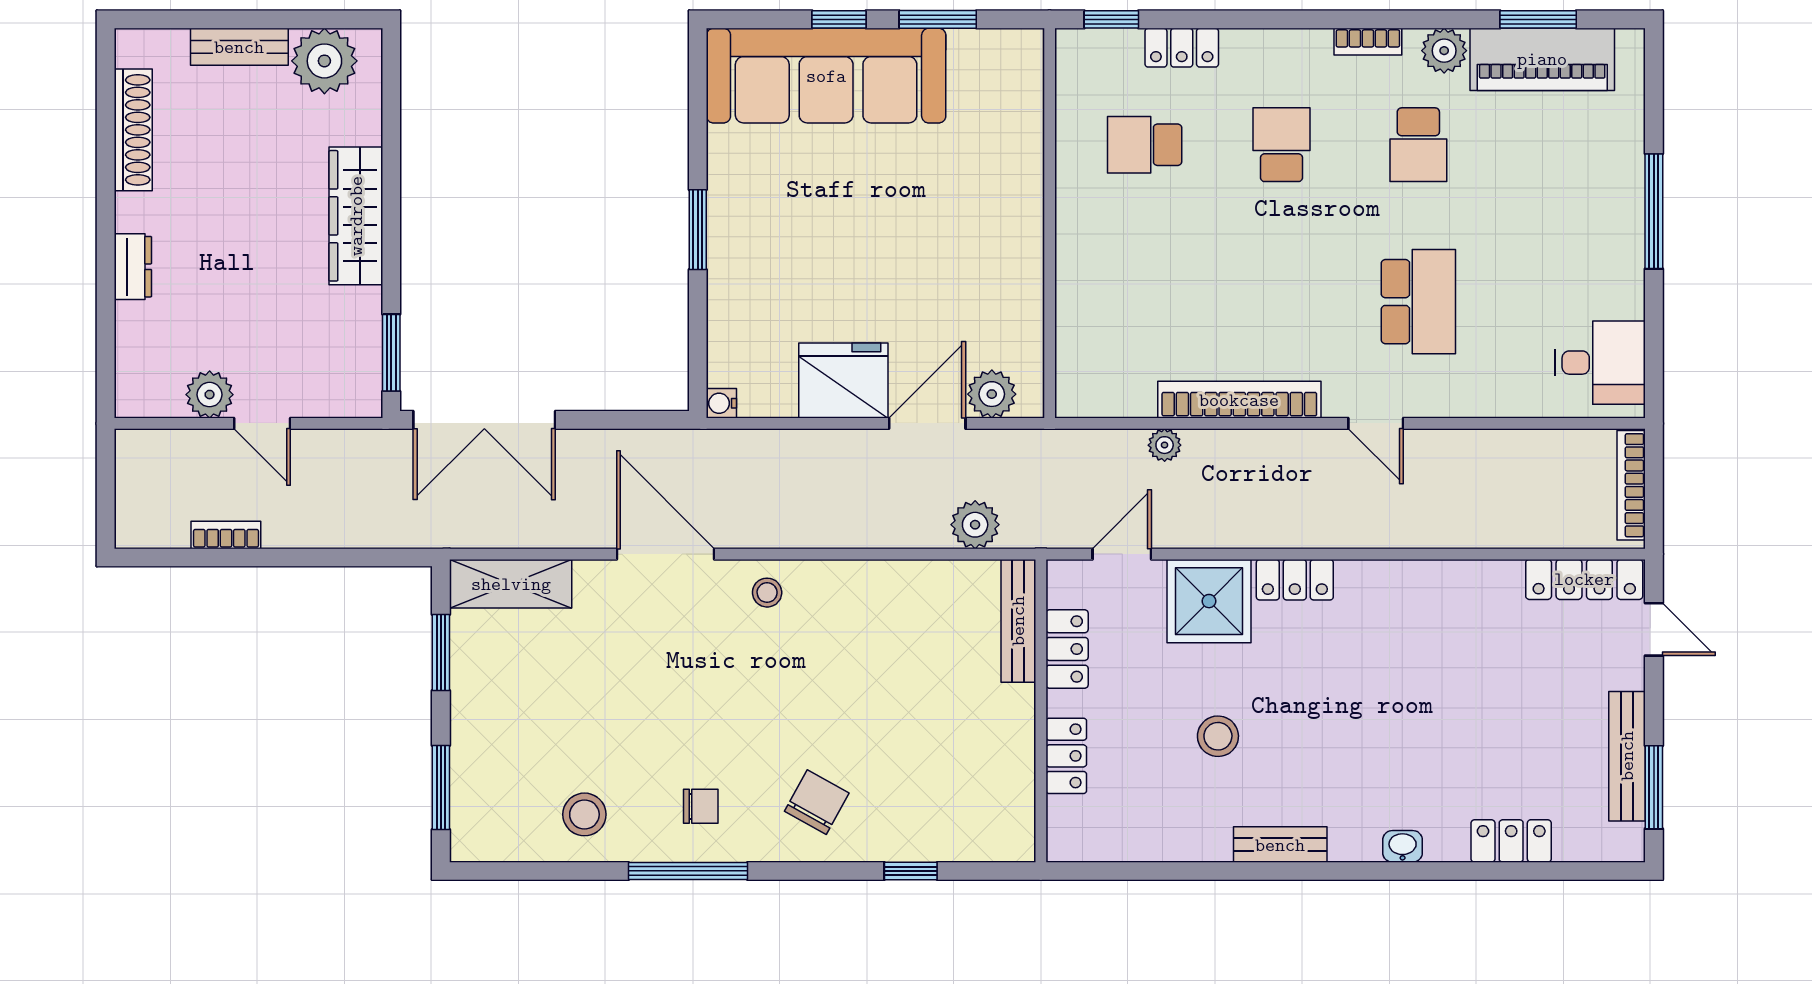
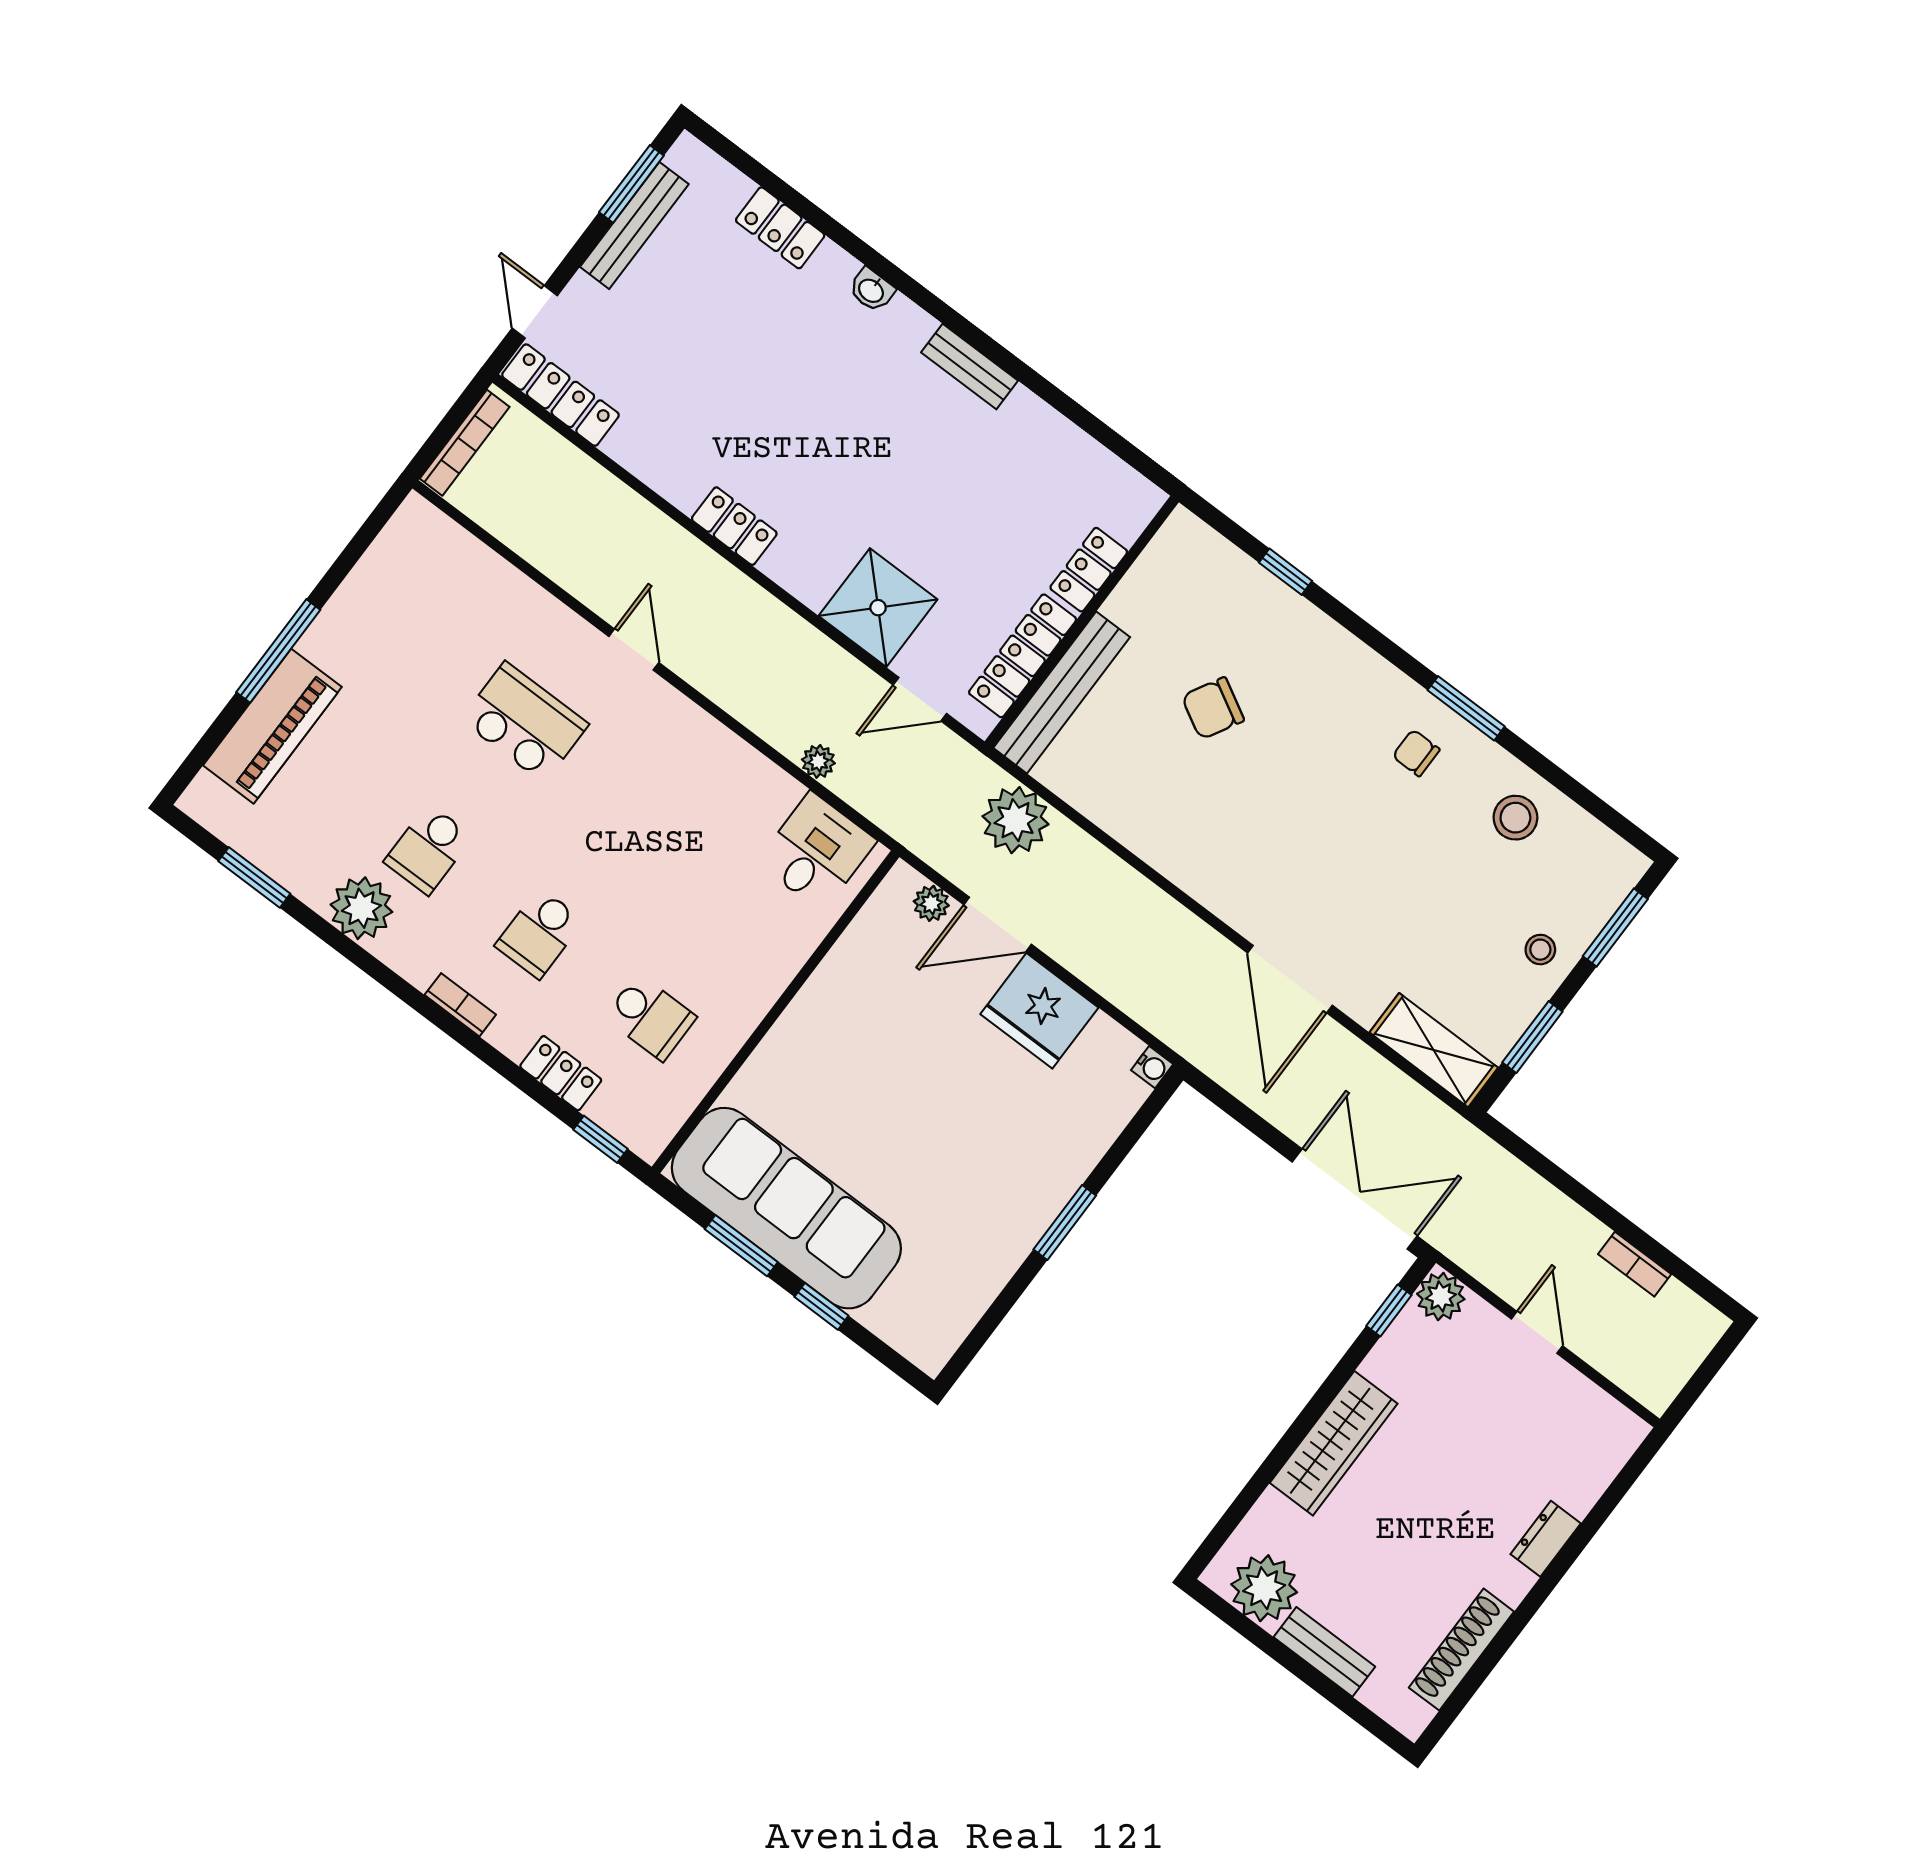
bookcase: (1368, 42) -> (460, 1005), moved
plant: (1444, 51) -> (361, 908), width x1.36, depth x1.36
piano: (1542, 59) -> (272, 726), moved, turned 90
sofa: (826, 76) -> (786, 1208), moved
school desk: (1418, 145) -> (428, 849), turned 180
school desk: (1418, 302) -> (525, 722), turned 90
window: (391, 353) -> (1389, 1311), width x0.67
desk: (1600, 363) -> (816, 852), moved, turned 90
plant: (992, 394) -> (931, 903), width x0.73, depth x0.73
plant: (210, 395) -> (1441, 1296), moved
bookcase: (1239, 400) -> (730, 752), removed
plant: (975, 525) -> (1016, 820), width x1.36, depth x1.36
locker: (1295, 580) -> (734, 526), moved
stool: (767, 593) -> (1540, 950), moved
bench: (1018, 621) -> (1062, 693), width x1.37, depth x1.21
locker: (1067, 649) -> (1023, 656), width x1.53
stool: (1218, 736) -> (954, 493), removed
chair: (817, 802) -> (1213, 708), moved
window: (688, 871) -> (1466, 708), width x0.69

